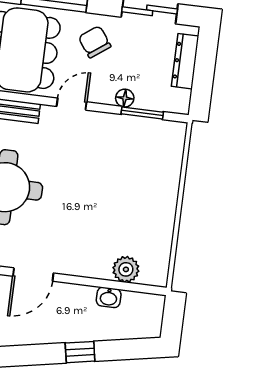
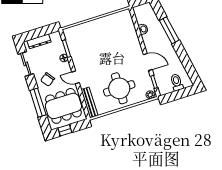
plant: (126, 269) -> (129, 27), removed
window: (80, 352) -> (169, 30), width x2.17

